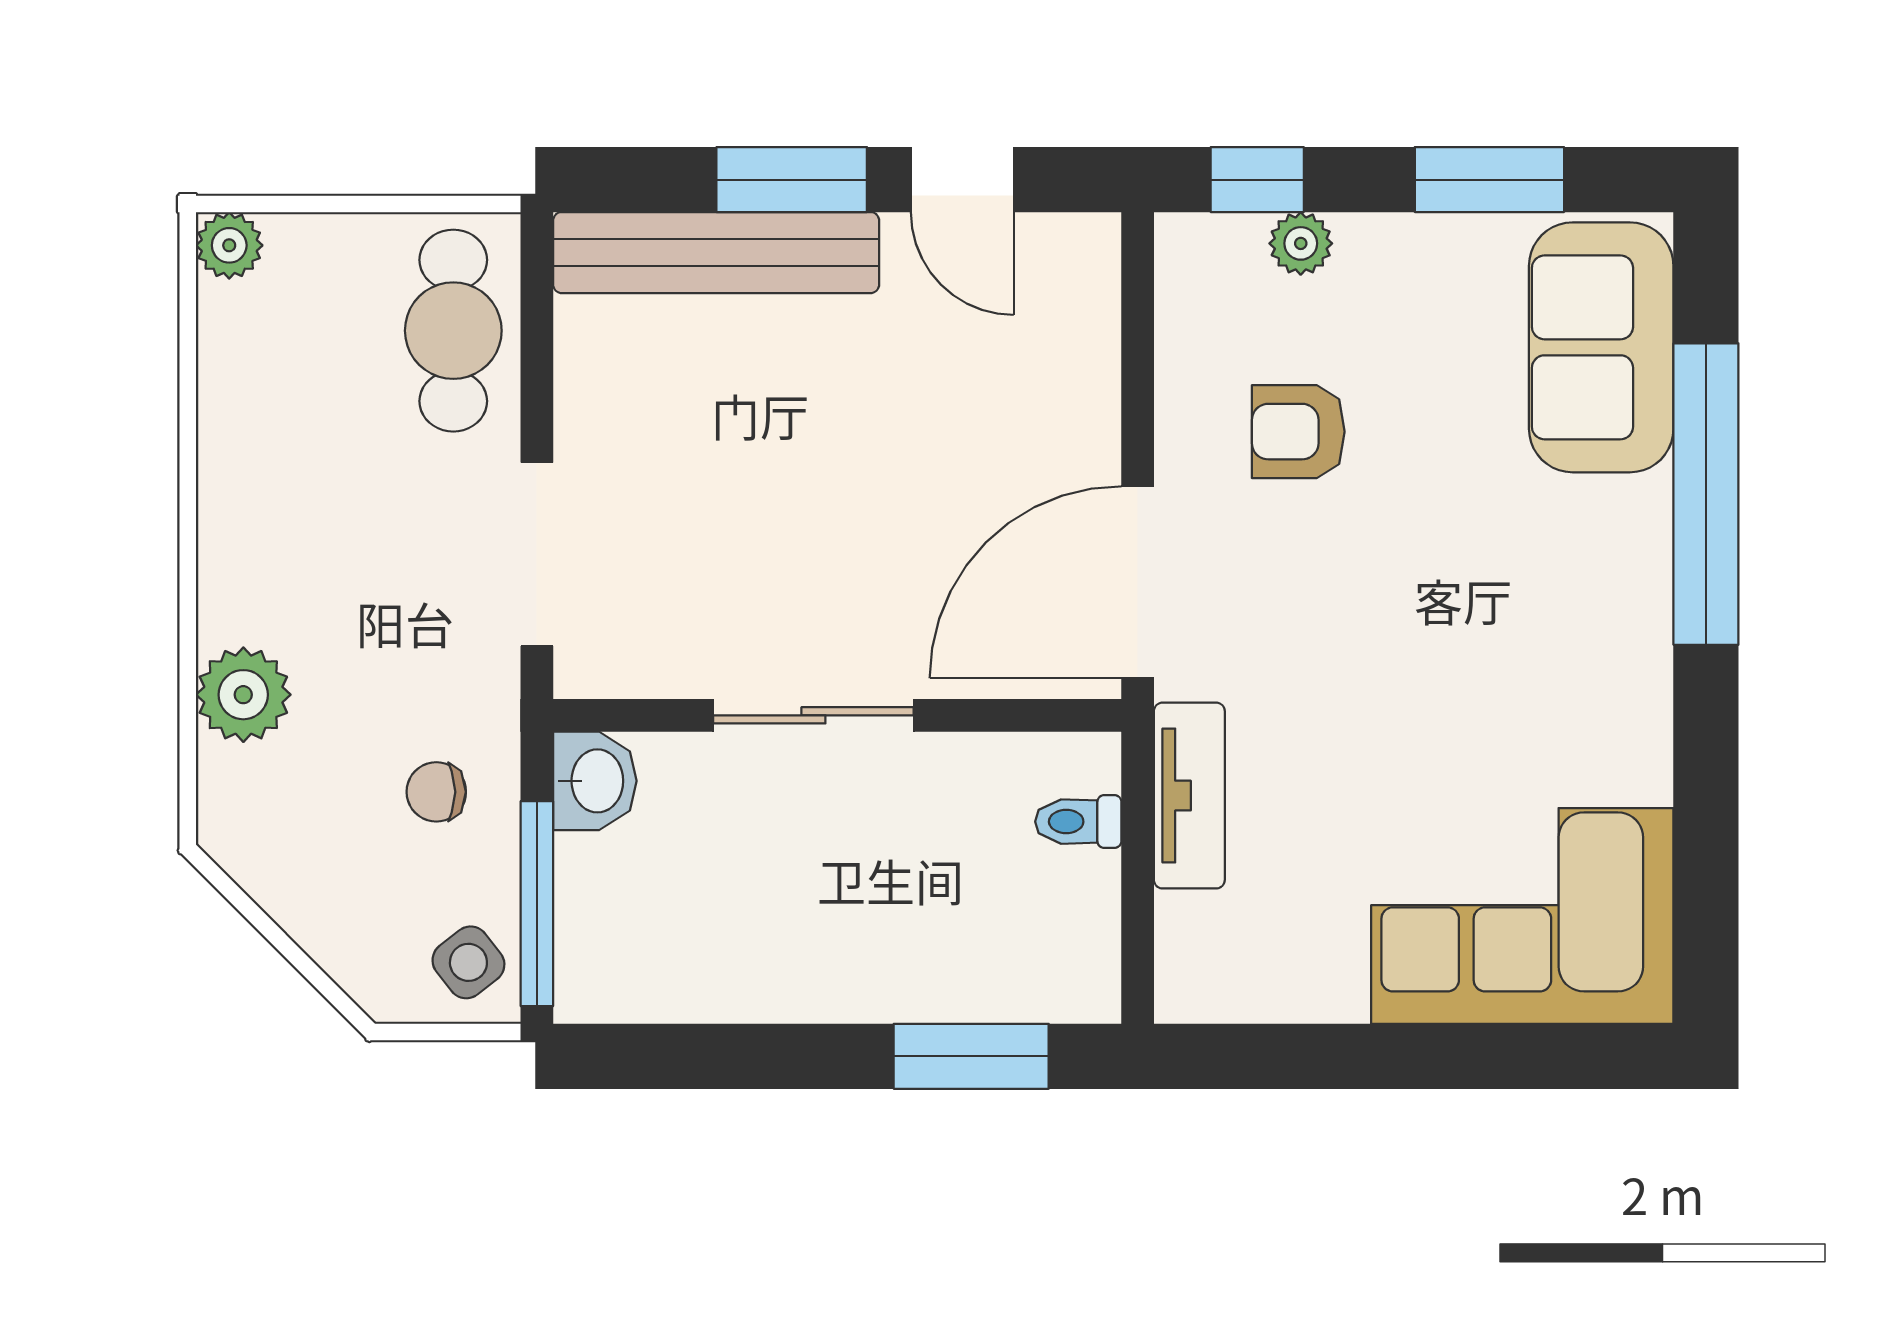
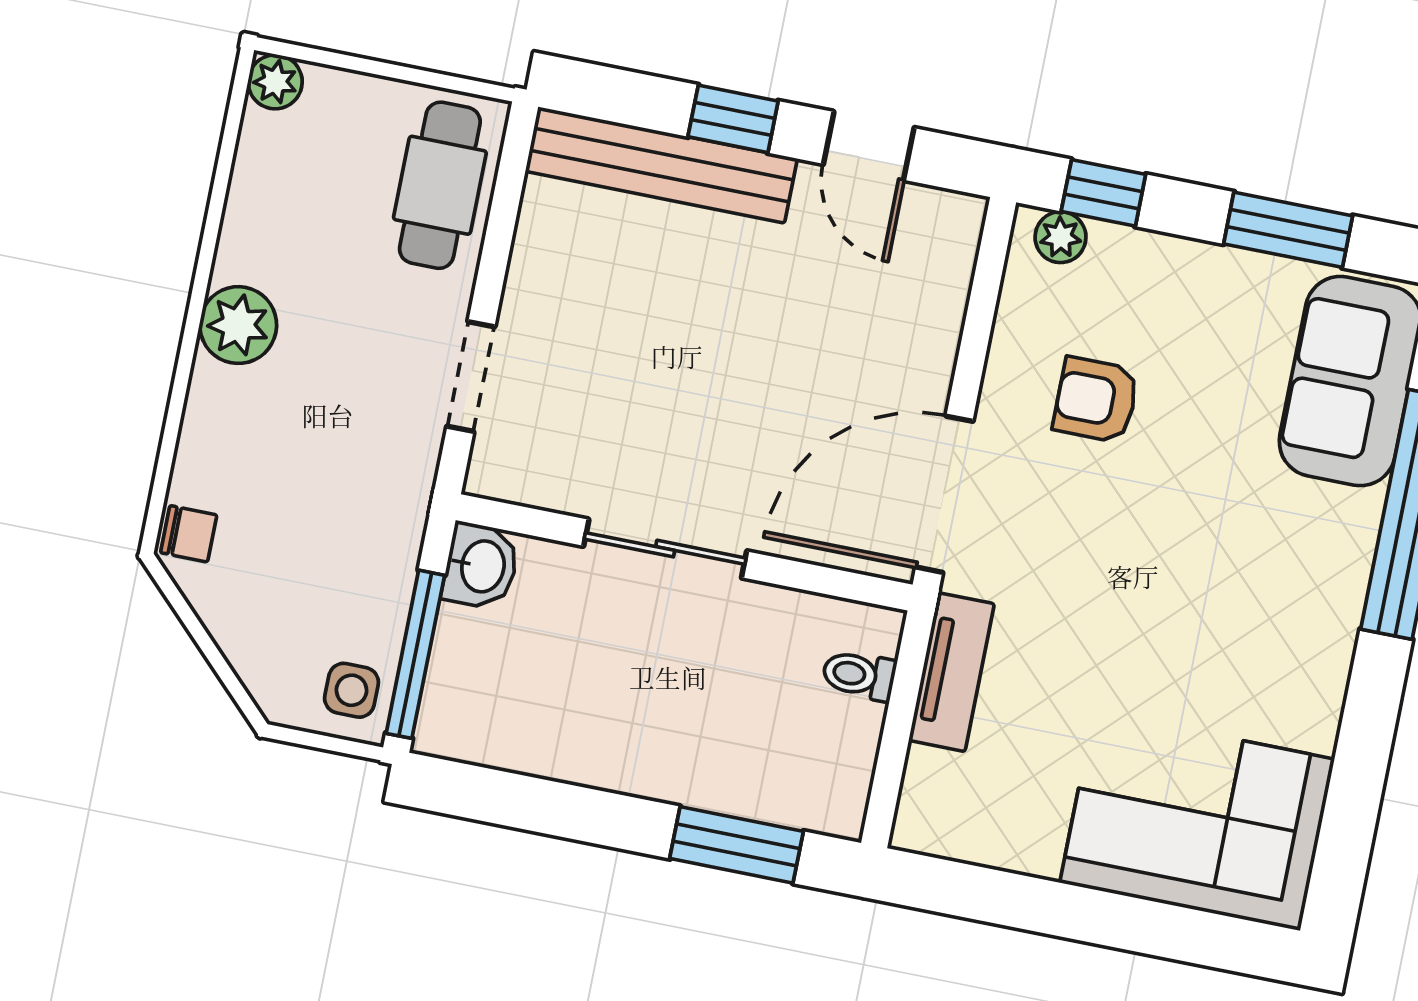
window: (792, 180) -> (733, 119), width x0.67
plant: (1301, 243) -> (1061, 237), moved
doorway: (537, 554) -> (471, 376), width x0.73
plant: (243, 695) -> (238, 325), moved
chair: (436, 792) -> (189, 534), moved, turned 180
side table: (468, 962) -> (352, 690), turned 38

